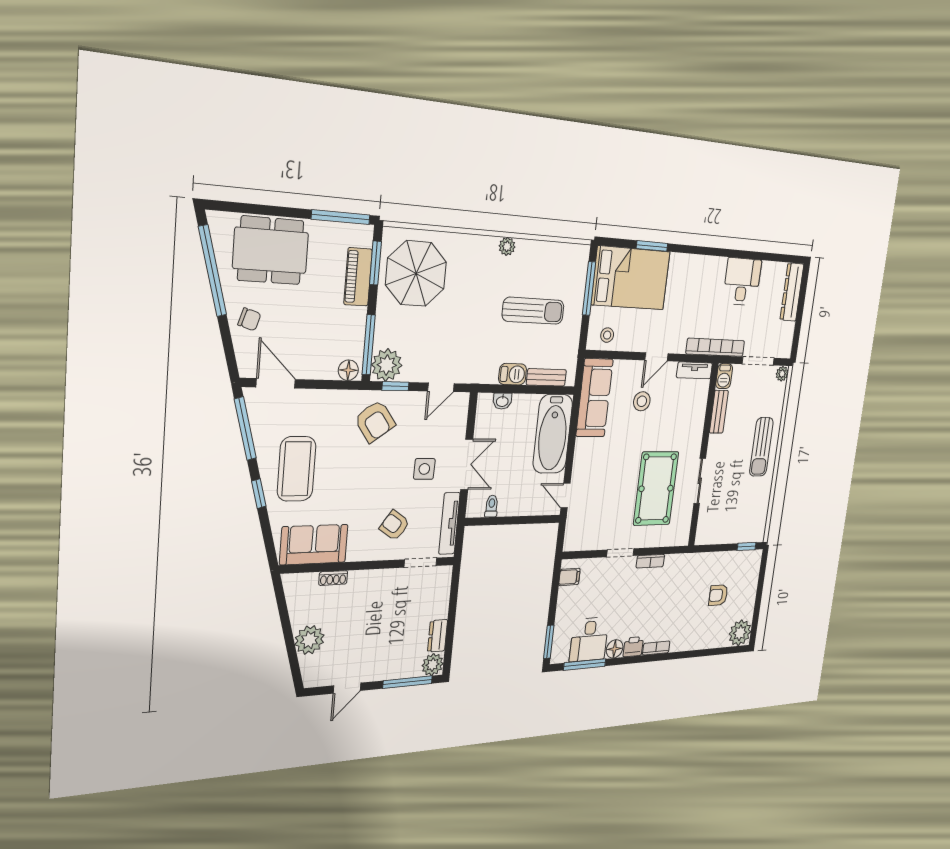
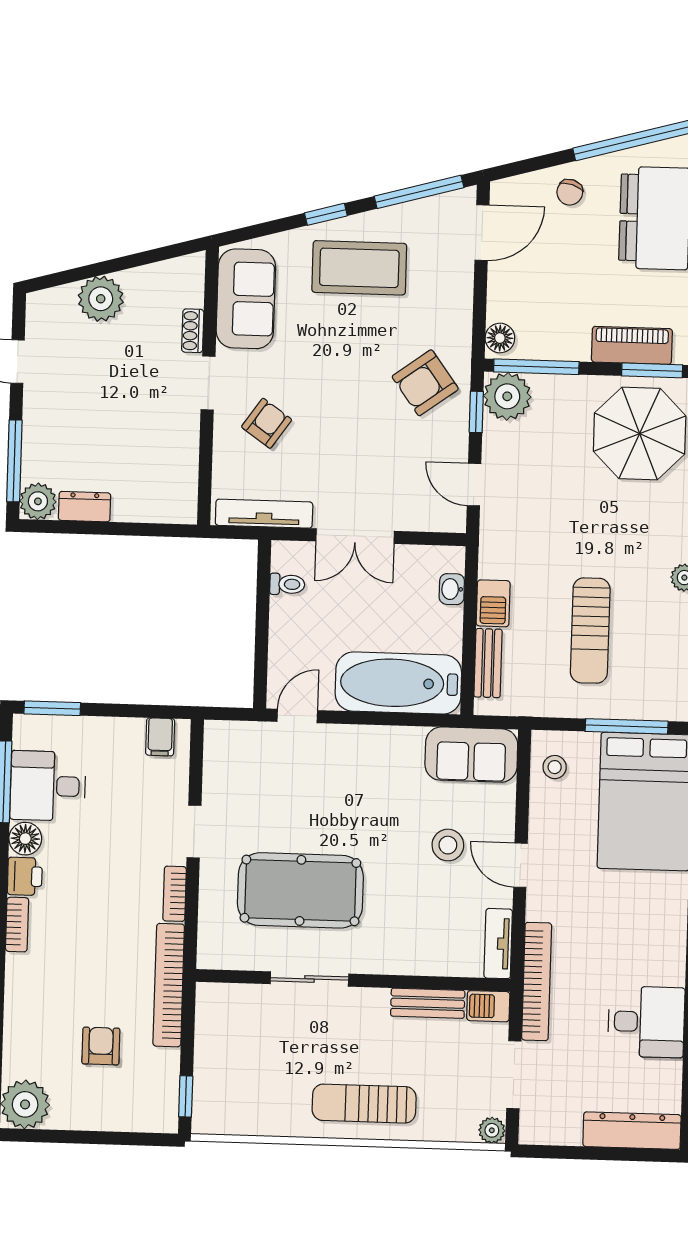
sofa: (594, 398) -> (471, 755), width x0.73
side table: (424, 469) -> (351, 466), removed
bookcase: (694, 560) -> (169, 985), added
doorway: (420, 563) -> (208, 383), moved

